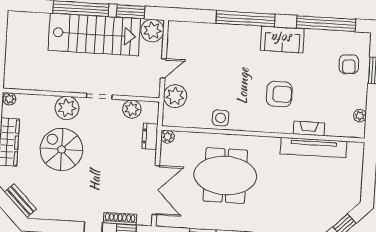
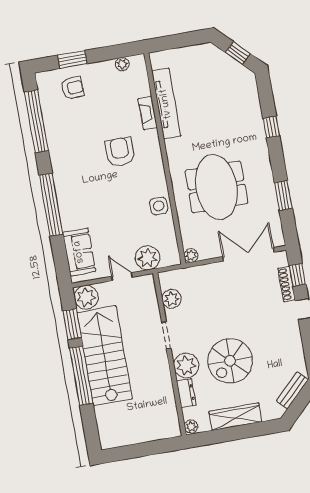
sofa: (282, 39) -> (79, 252), moved
dresser: (150, 136) -> (186, 393), moved, turned -90

